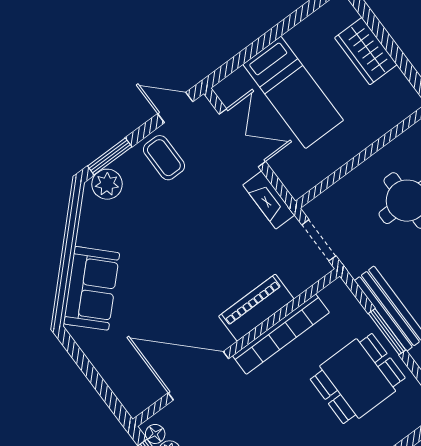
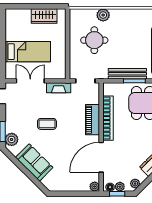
wardrobe: (366, 51) -> (44, 16), moved
coffee table: (164, 158) -> (47, 124), moved
sofa: (91, 288) -> (34, 162), moved
plant: (135, 404) -> (95, 186), added

